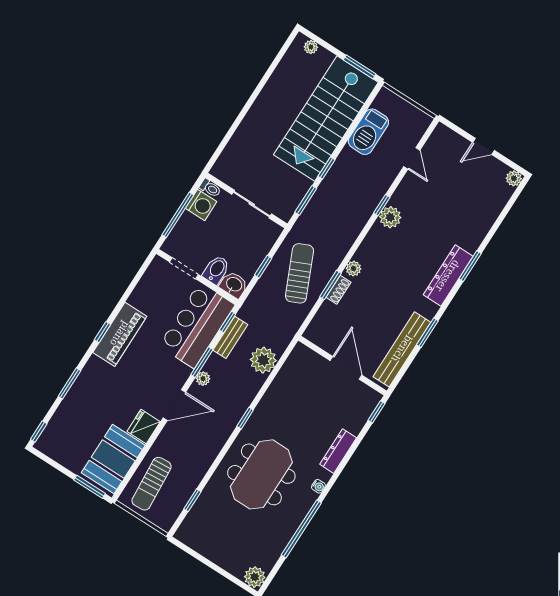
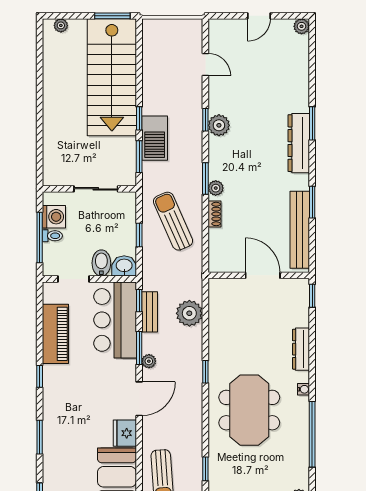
barbecue: (368, 132) -> (155, 138), moved
toilet: (210, 188) -> (52, 236), moved
window: (330, 285) -> (205, 179), moved
piano: (120, 334) -> (55, 334), moved

